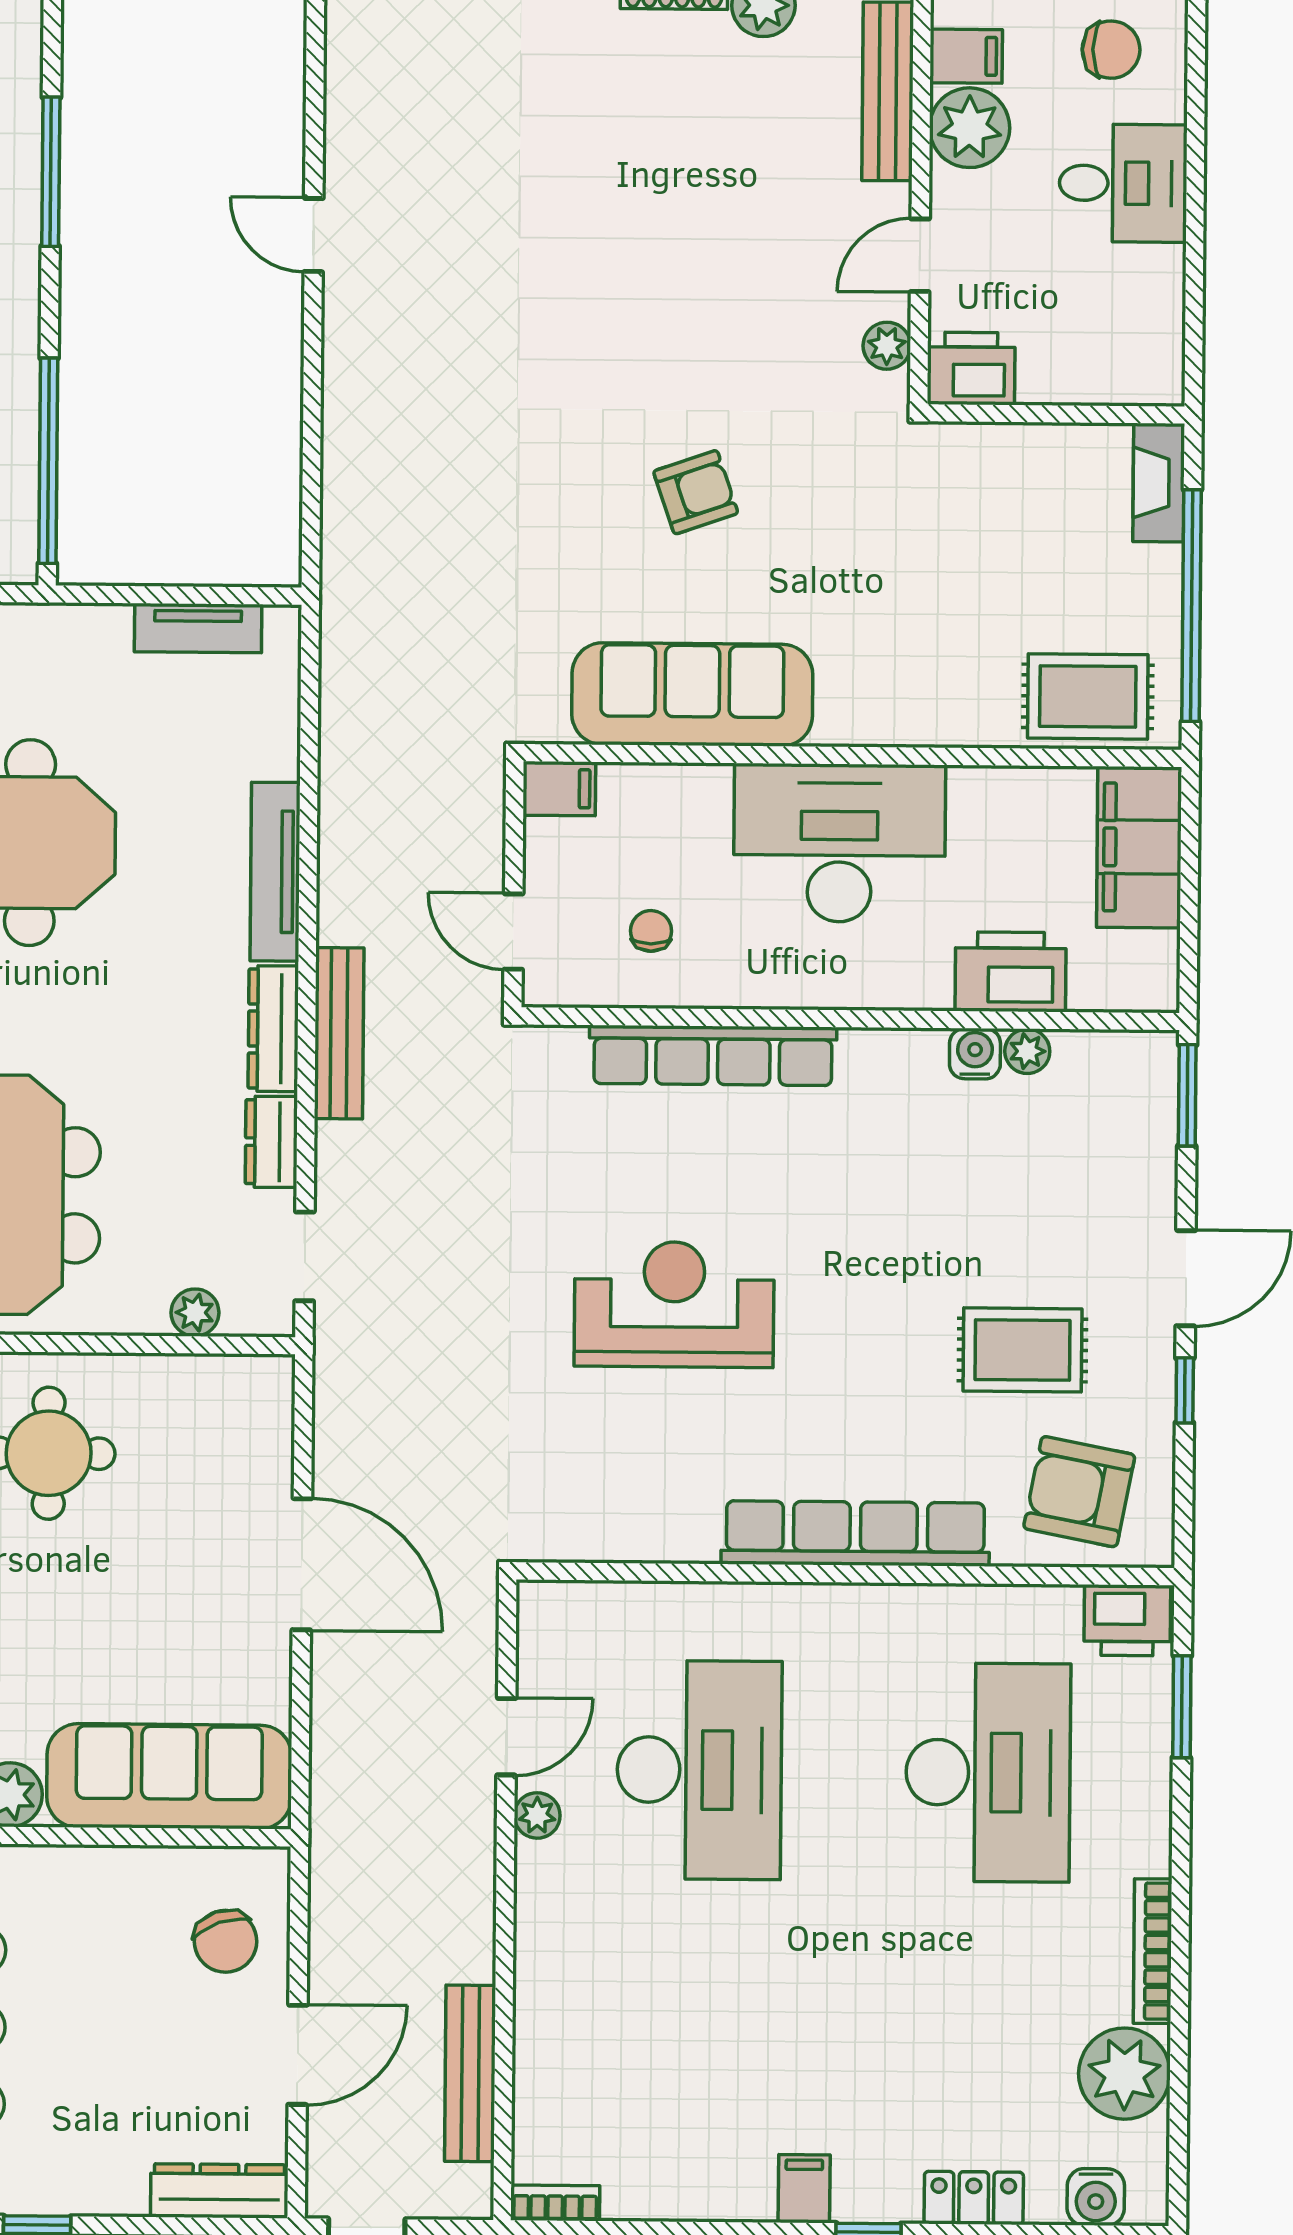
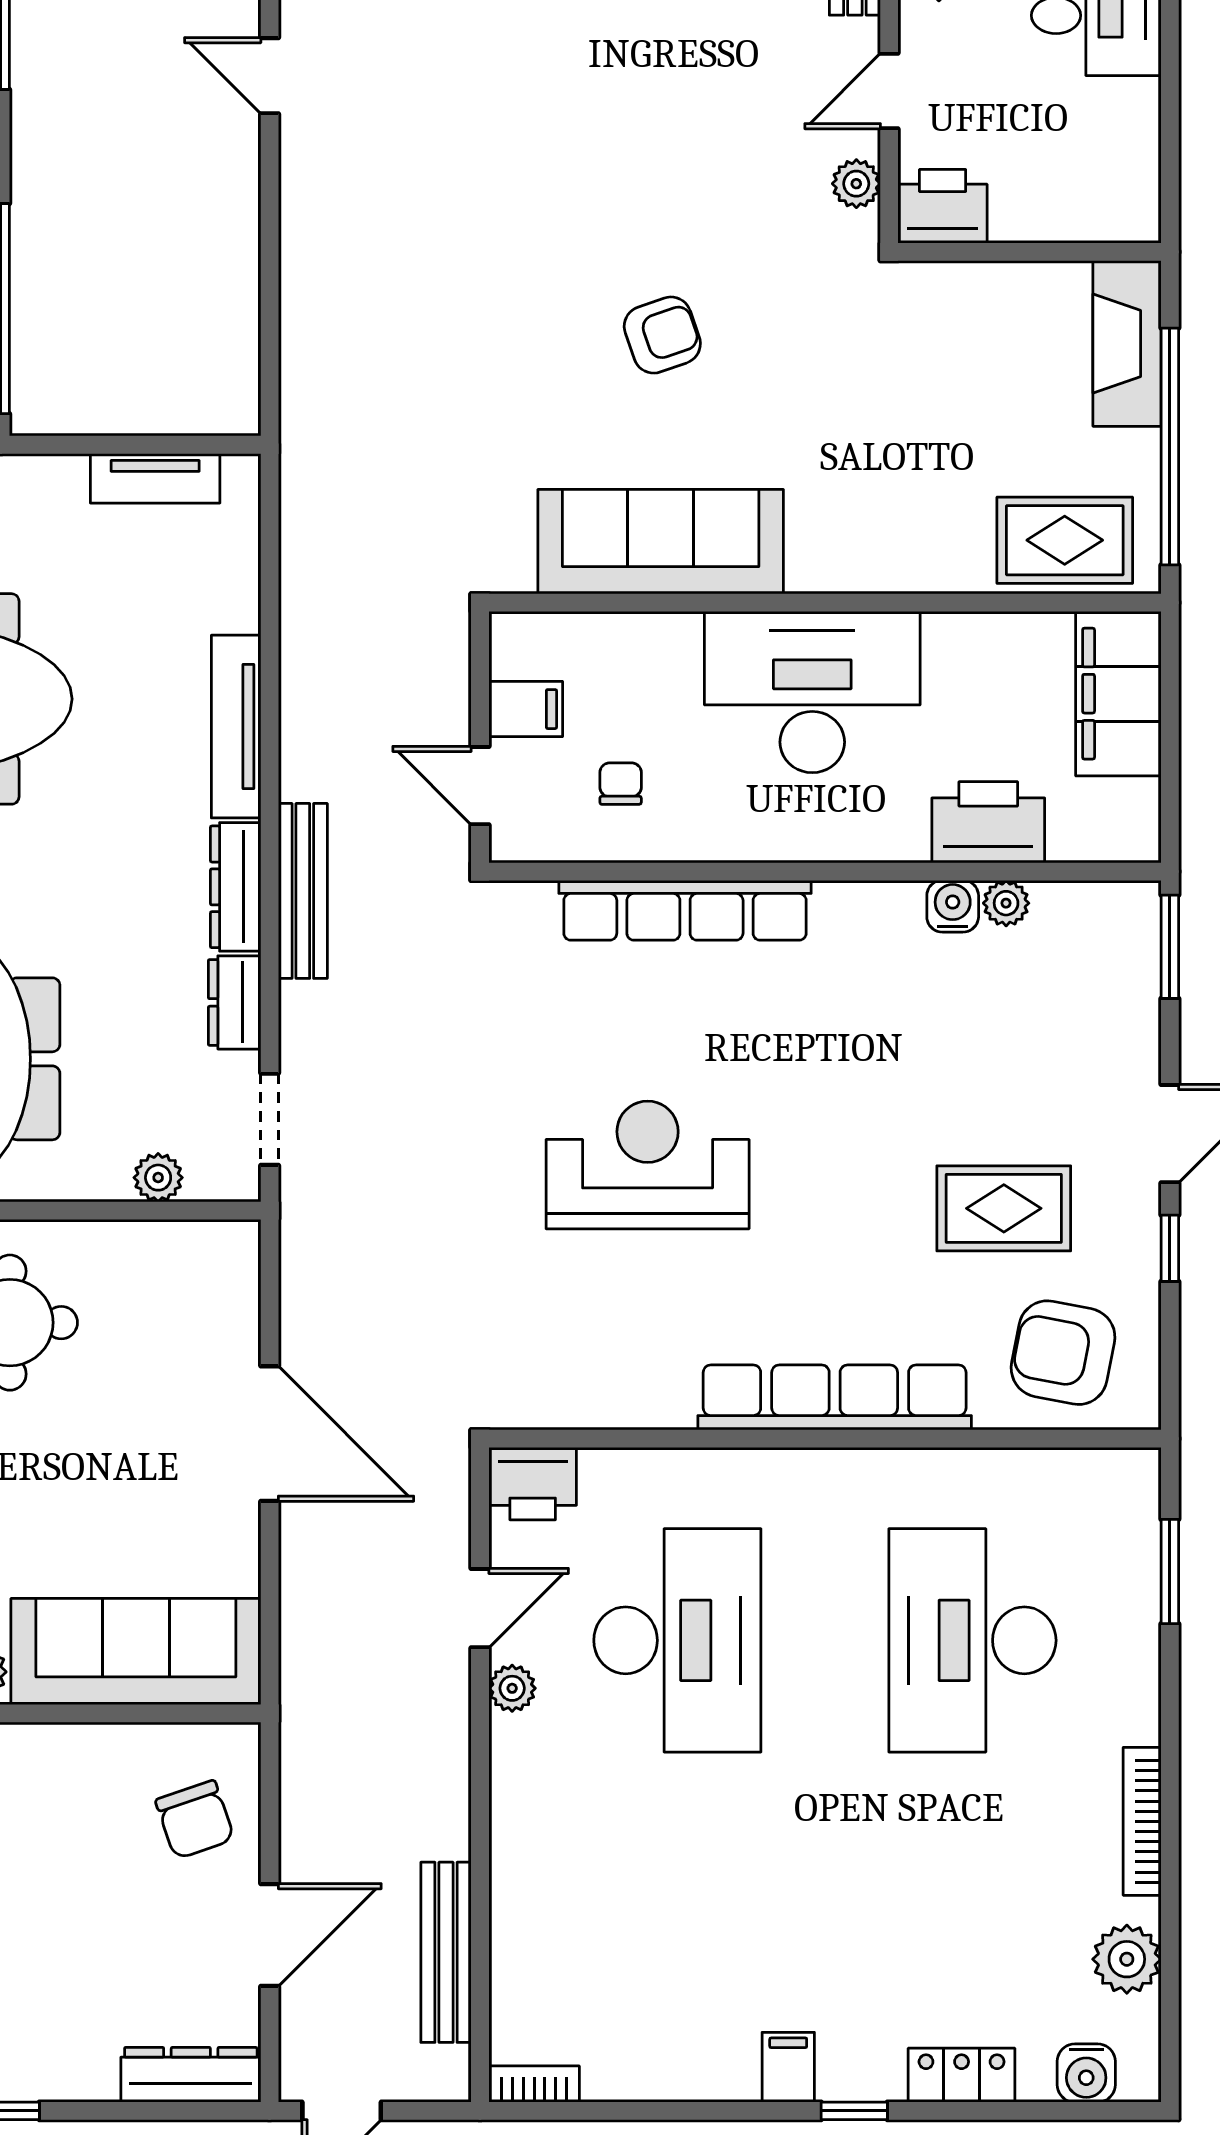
fireplace: (1159, 483) -> (1127, 343), width x1.37, depth x1.32
filing cabinet: (559, 789) -> (526, 709), moved
printer: (1127, 1620) -> (533, 1484), moved
desk: (988, 1772) -> (972, 1640), turned 180
plant: (1124, 2074) -> (1127, 1959), width x0.73, depth x0.73

